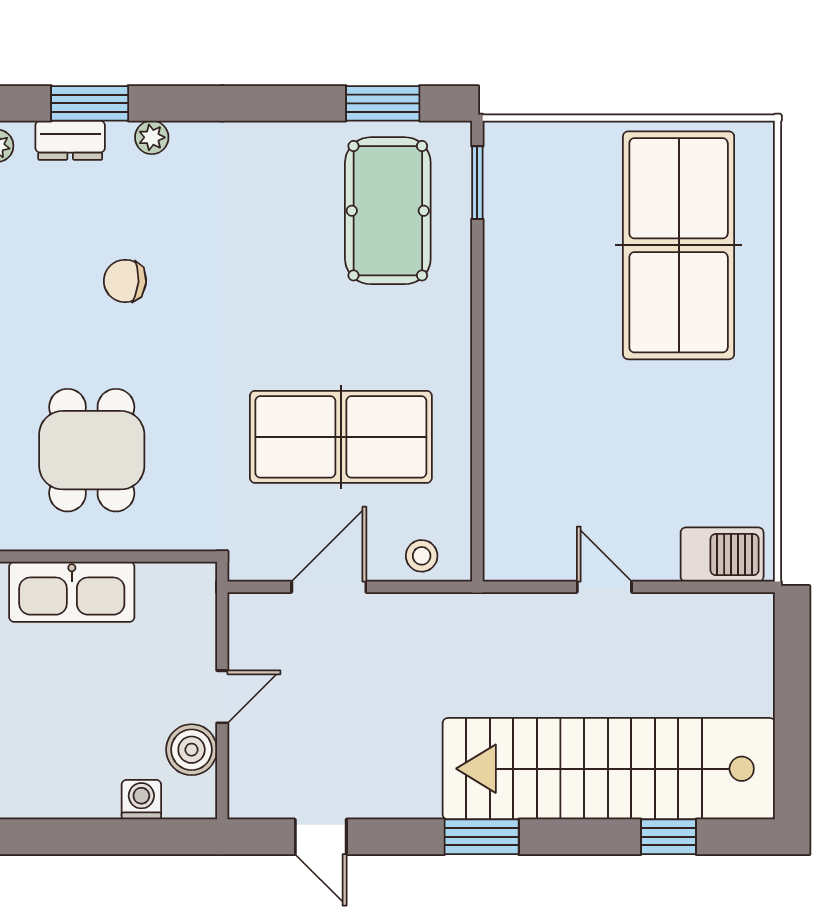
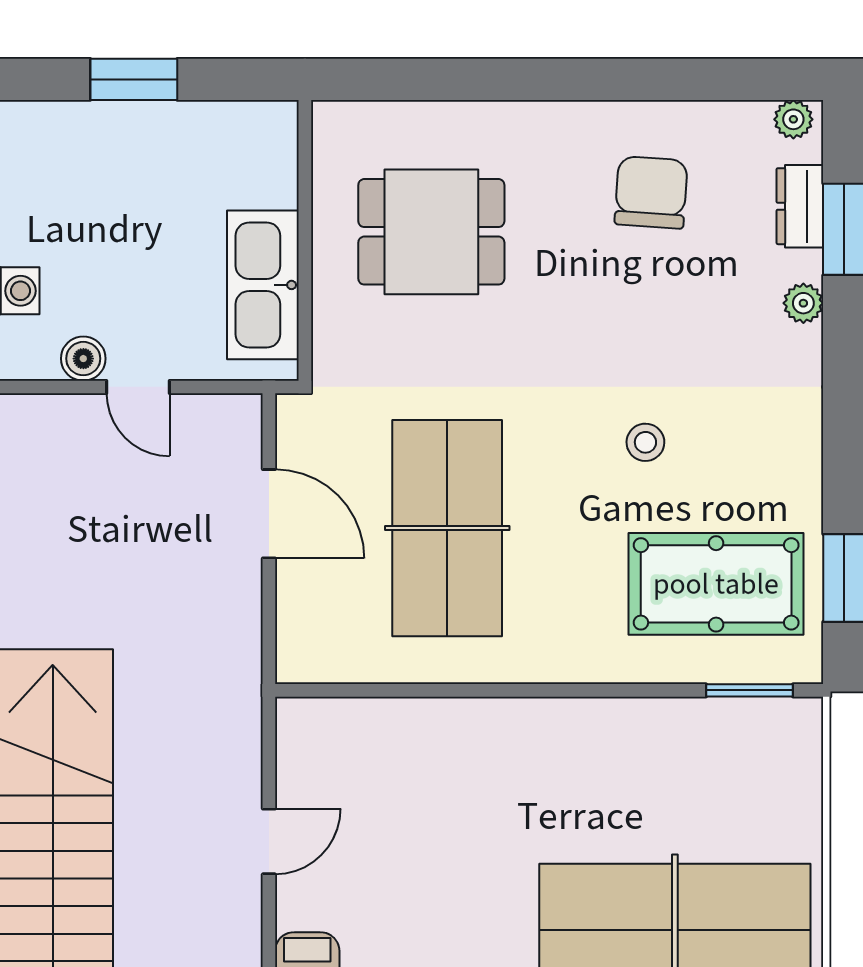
chair: (125, 281) -> (651, 192), moved, width x1.37, depth x1.37
stool: (422, 556) -> (645, 442), moved
kitchen sink: (72, 592) -> (263, 285), moved
boiler: (192, 750) -> (83, 359), width x0.73, depth x0.73

